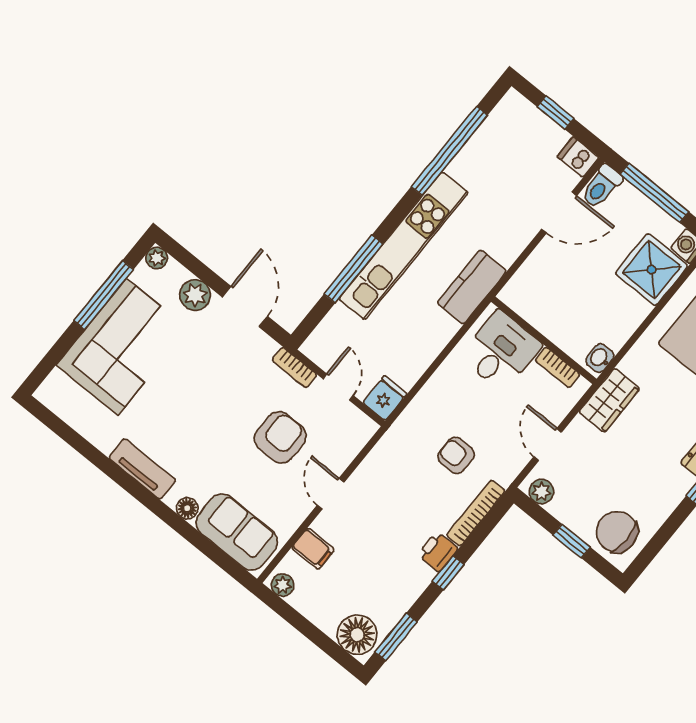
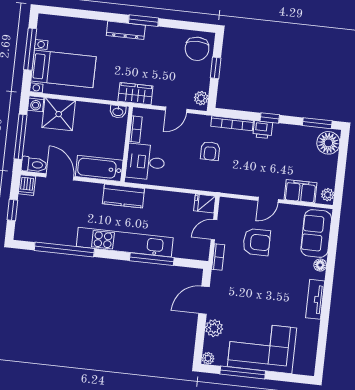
bathtub: (535, 278) -> (99, 168), added
armchair: (280, 437) -> (257, 242), turned 180
filing cabinet: (313, 549) -> (300, 191), width x2.00

